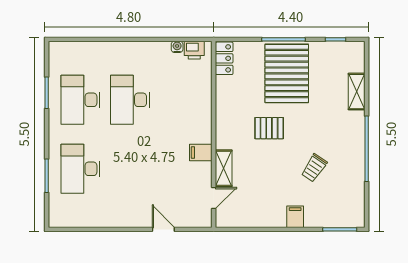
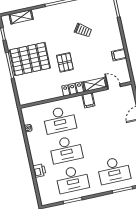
printer: (194, 50) -> (39, 171), moved
locker: (224, 58) -> (73, 89), moved
shelving: (357, 92) -> (21, 17), moved
desk: (180, 100) -> (60, 120), added
filing cabinet: (295, 217) -> (119, 55), moved

